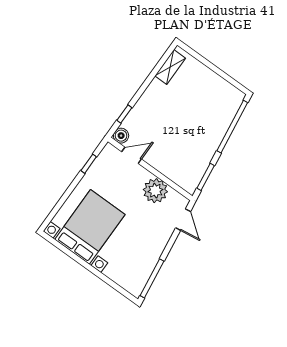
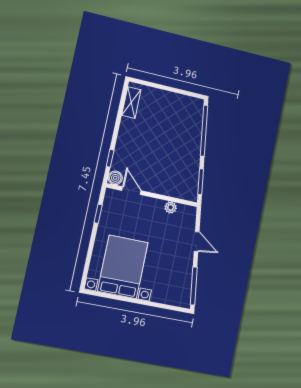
door: (132, 155) -> (131, 191), hinge flipped
plant: (155, 191) -> (171, 207), width x0.53, depth x0.53
door: (183, 220) -> (197, 242), moved

